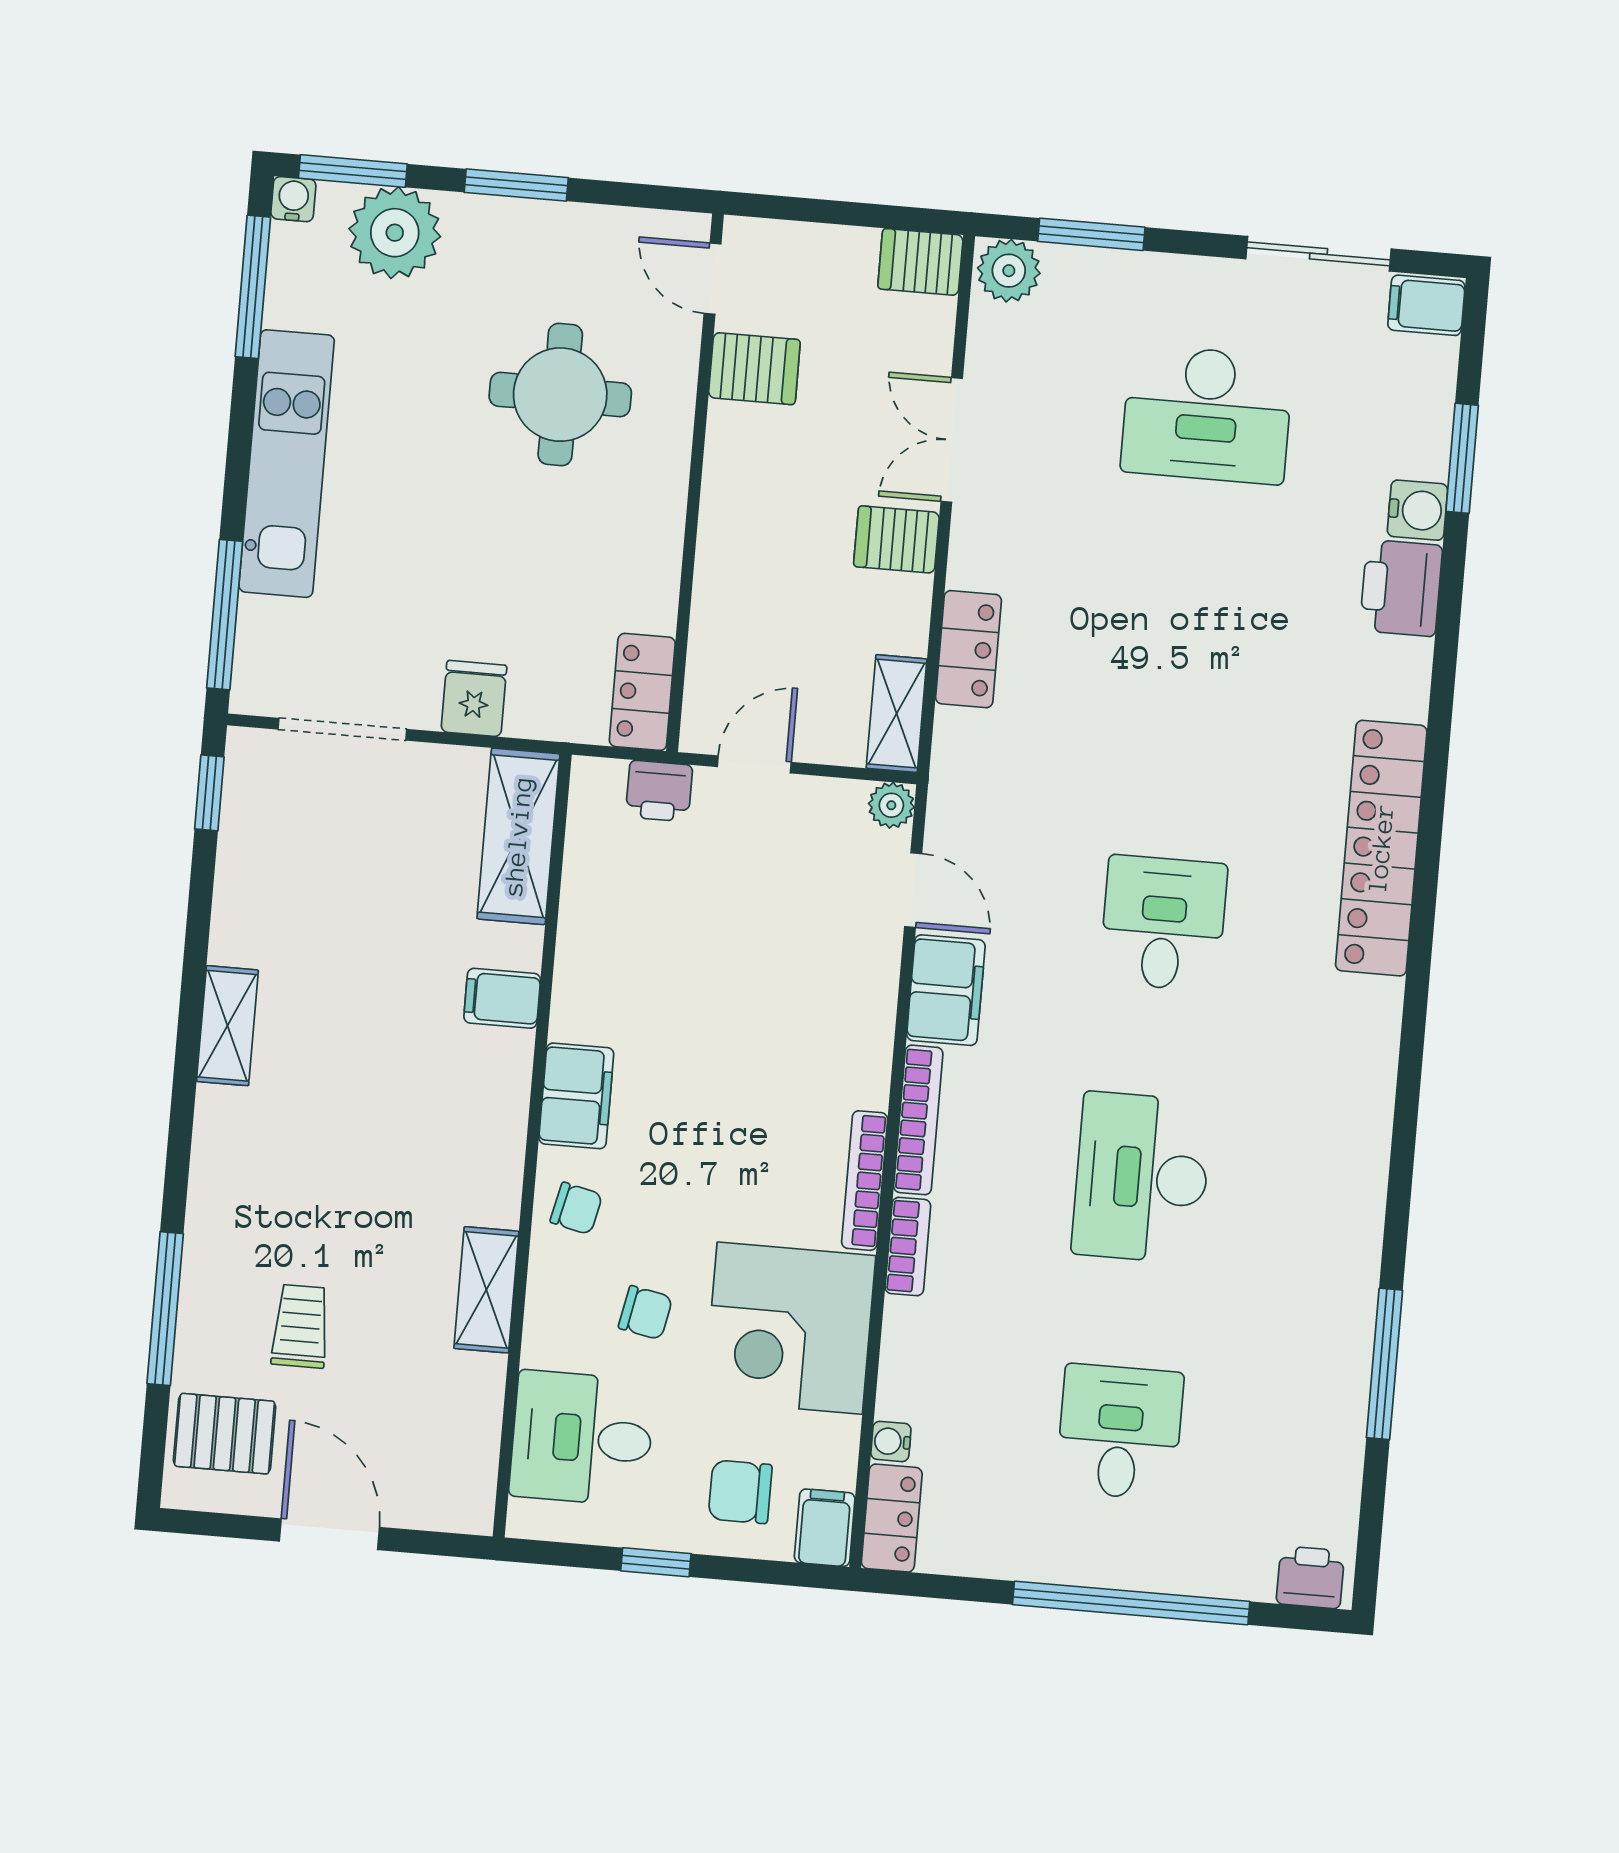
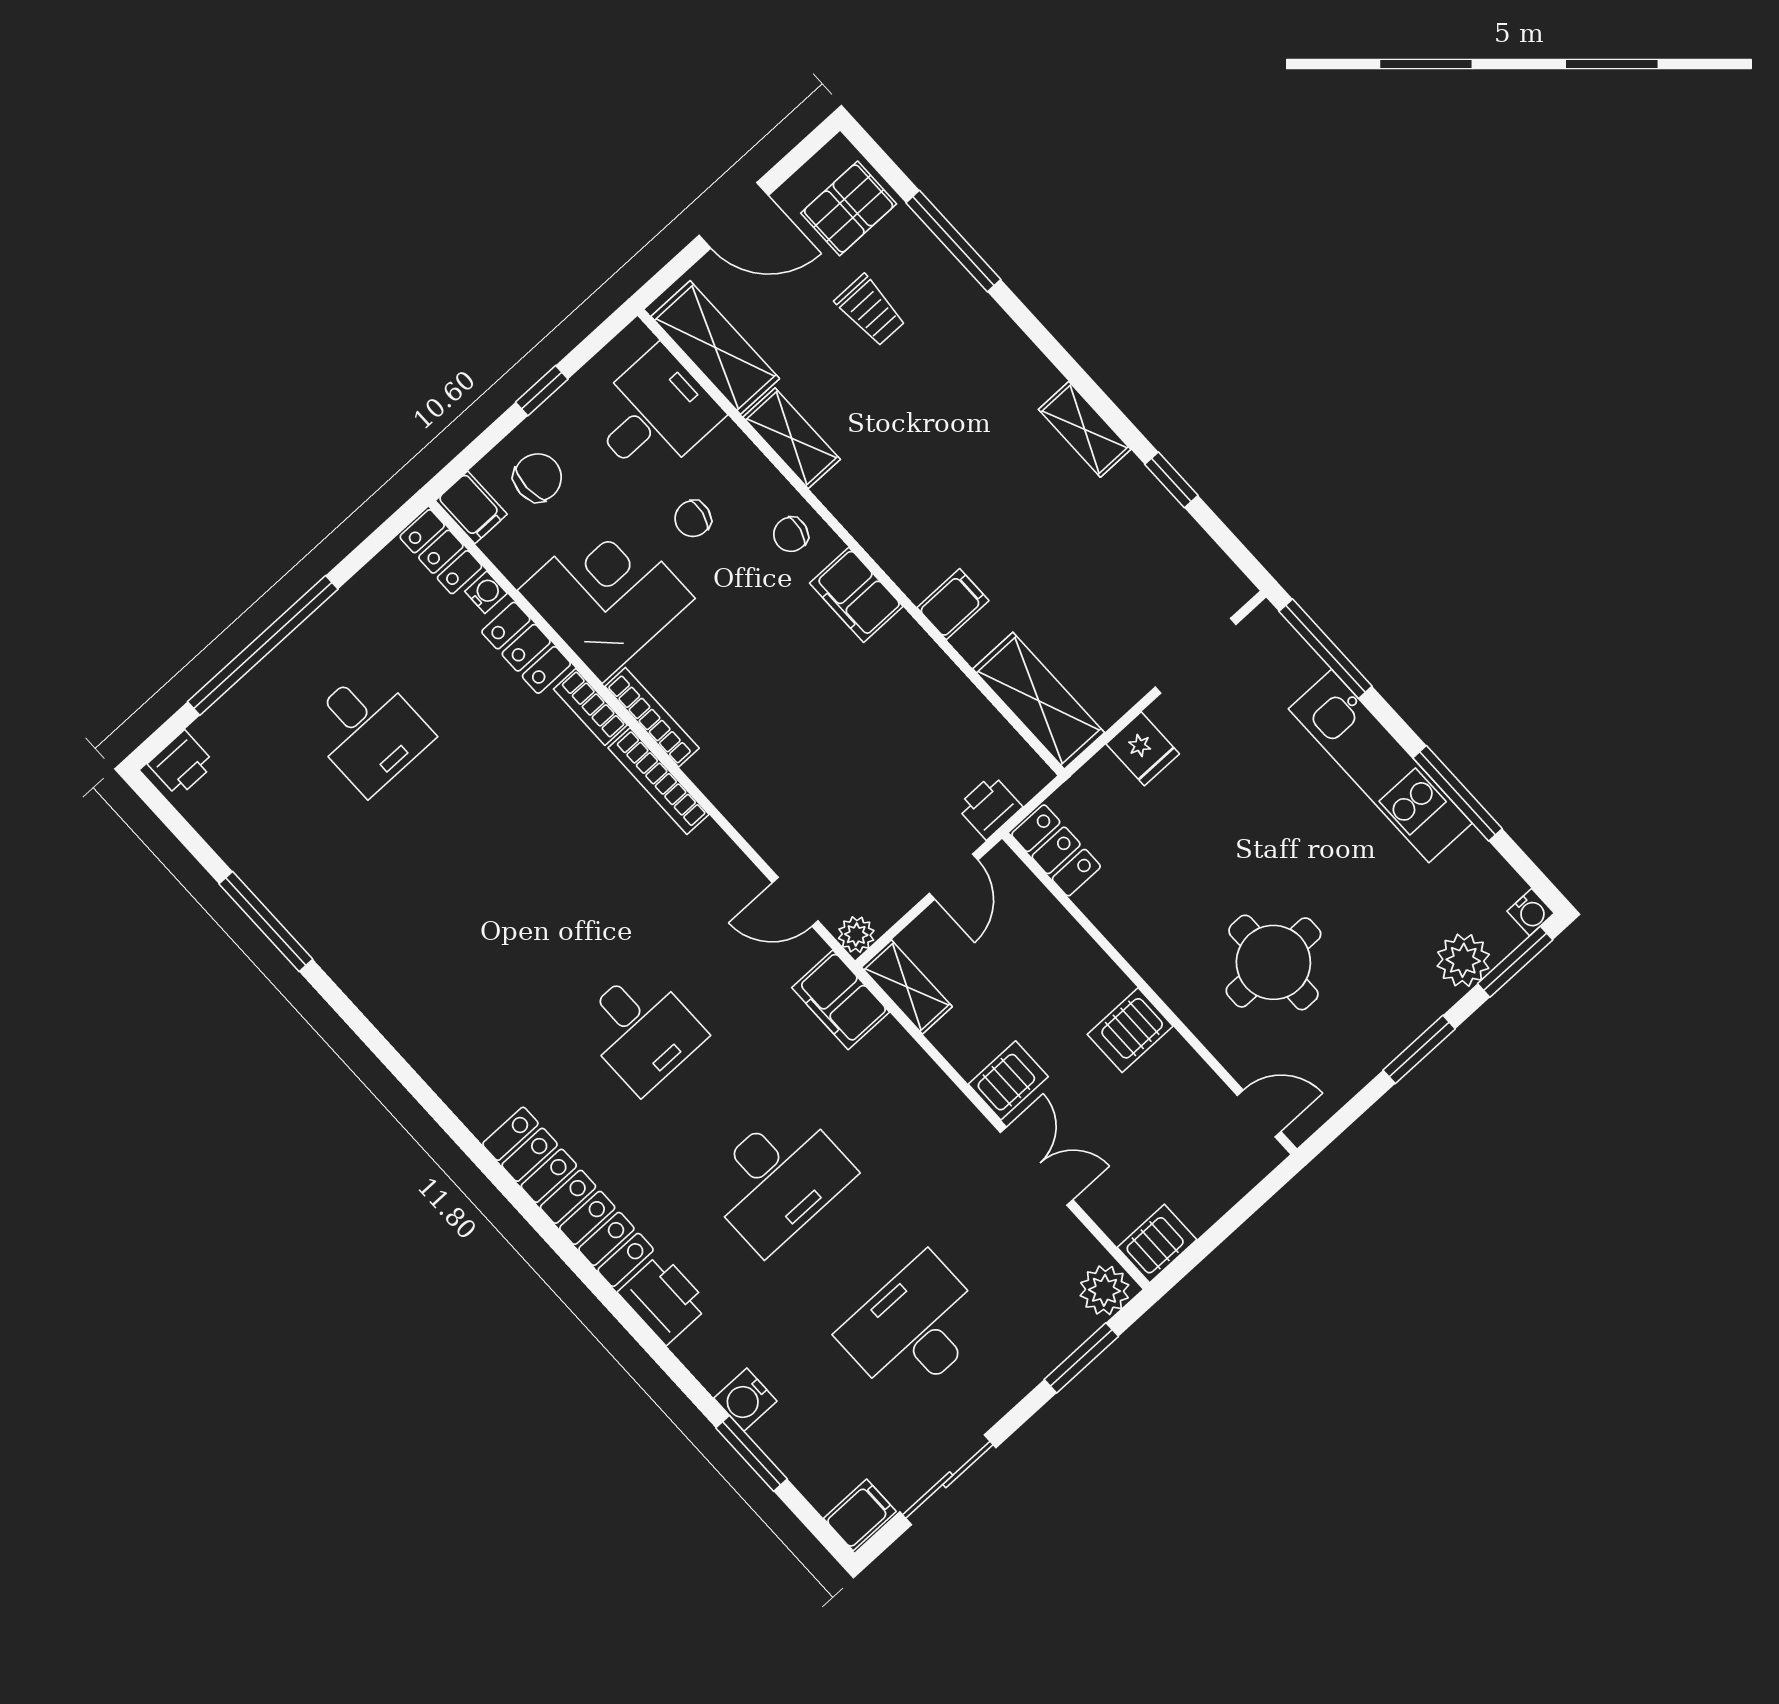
plant: (395, 233) -> (1463, 960), width x0.73, depth x0.73
window: (253, 287) -> (1458, 793), moved
server rack: (754, 369) -> (1130, 1030), moved
printer: (1401, 588) -> (664, 1299), moved
locker: (968, 649) -> (526, 648), moved
window: (209, 793) -> (1171, 480), moved
filing cabinet: (946, 990) -> (841, 1000), moved
desk: (1141, 1178) -> (778, 1179), moved, turned 90
shelving: (468, 1438) -> (715, 347), added

